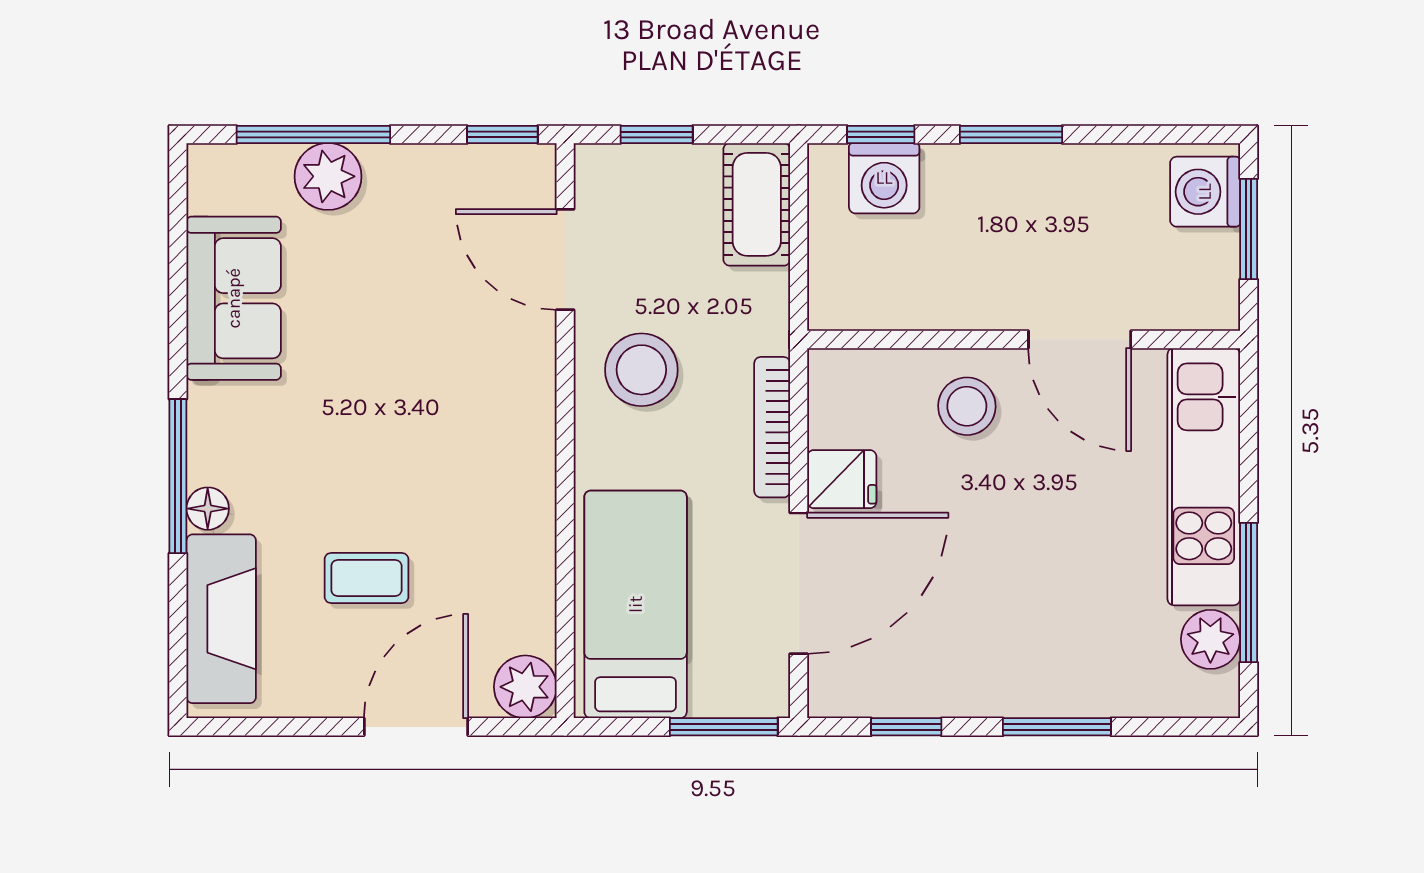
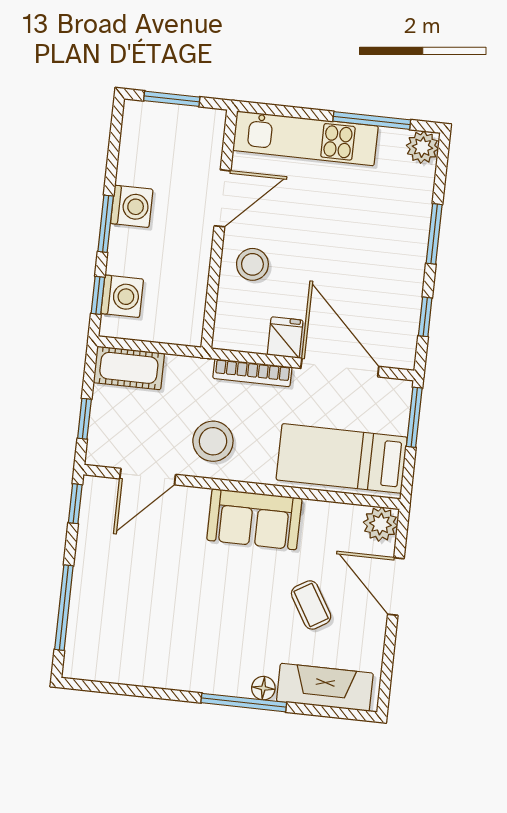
plant: (328, 176) -> (88, 602), removed
washing machine: (1205, 192) -> (132, 206), moved, turned -90
sofa: (234, 298) -> (254, 519), moved, turned 180
coffee table: (366, 578) -> (311, 605), turned -31
plant: (1210, 639) -> (422, 147), moved

